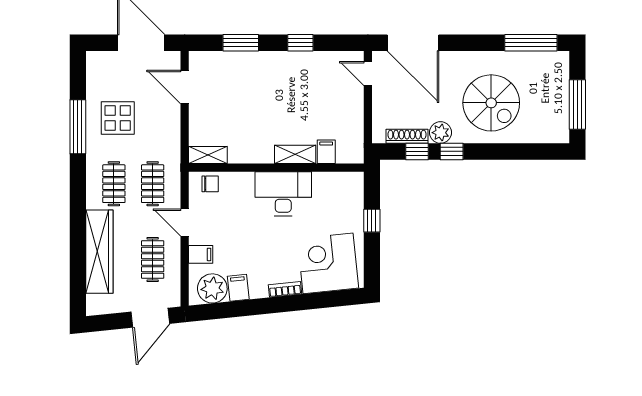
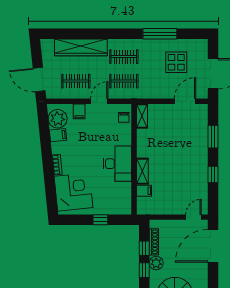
display table: (118, 118) -> (176, 62), moved

